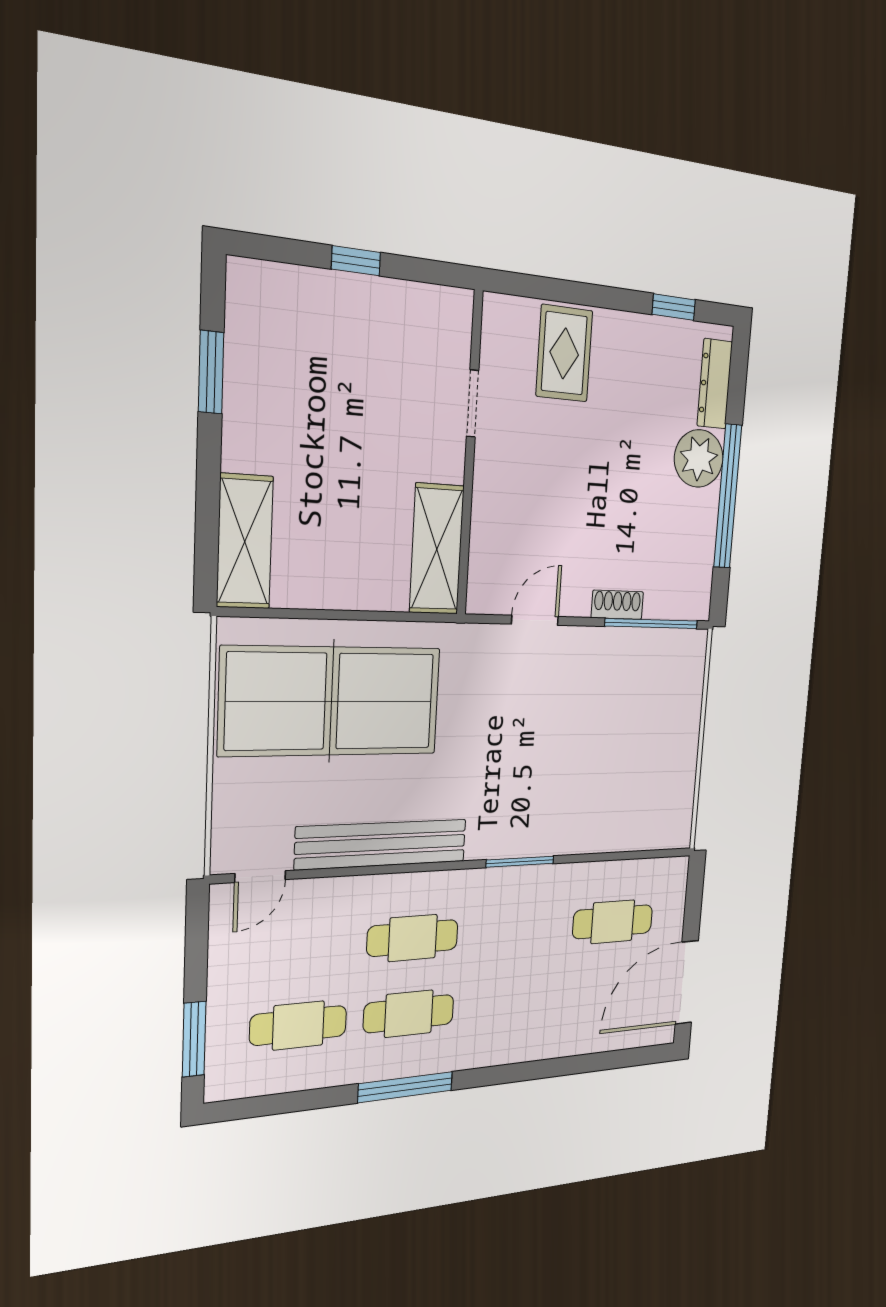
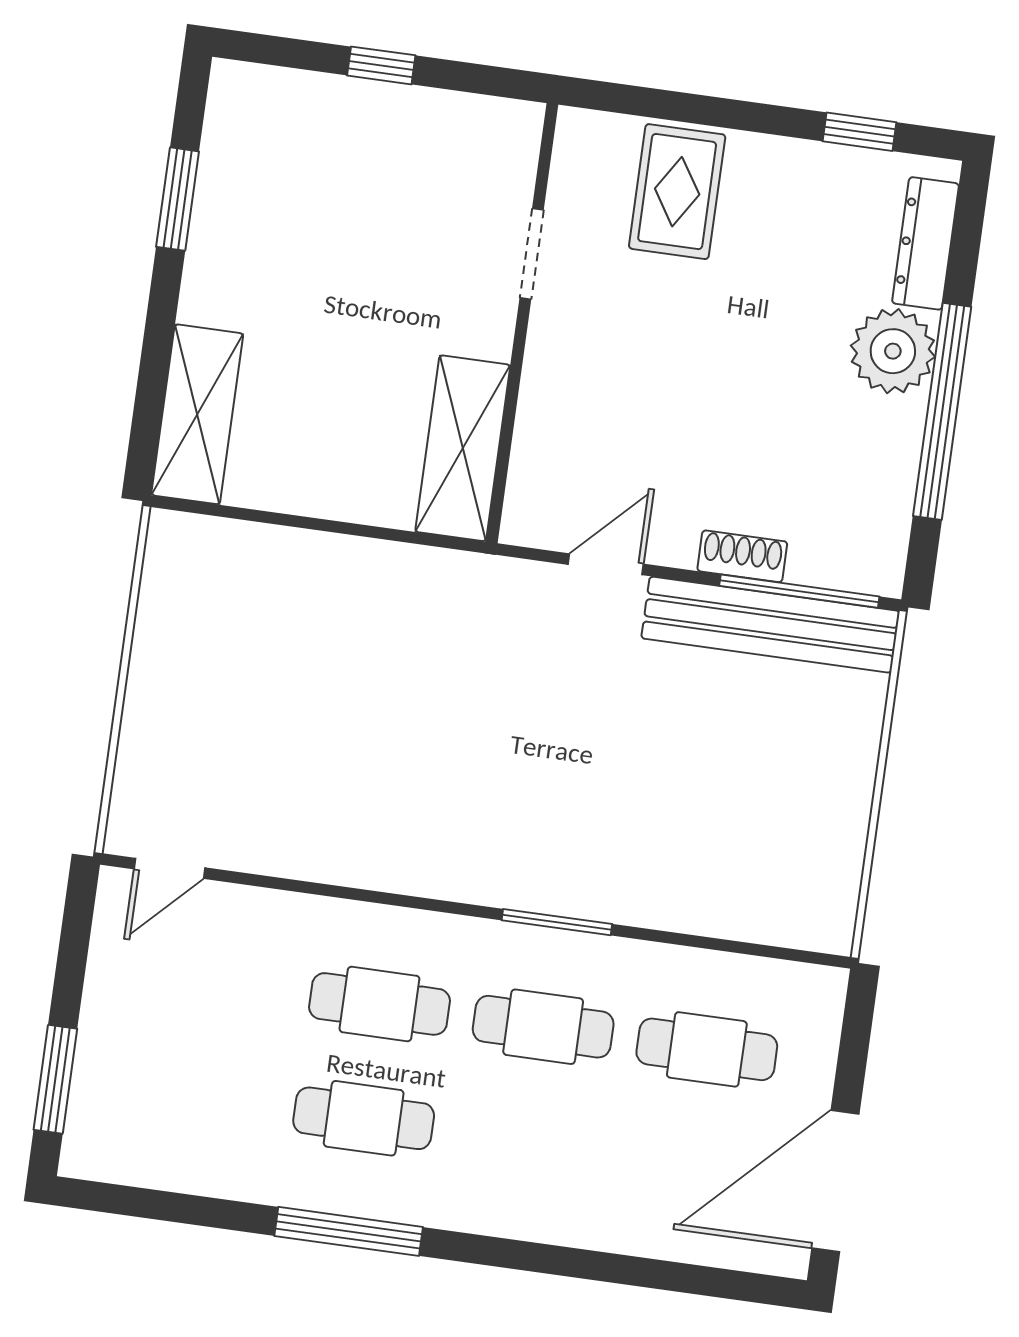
table tennis table: (331, 701) -> (292, 640), removed
bench: (382, 844) -> (770, 625), moved
cafe table: (298, 1025) -> (543, 1027), moved

